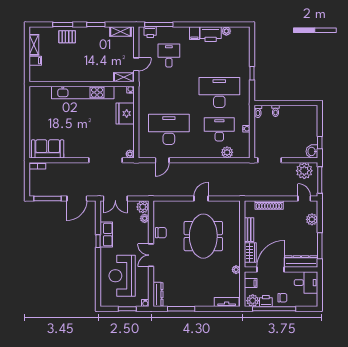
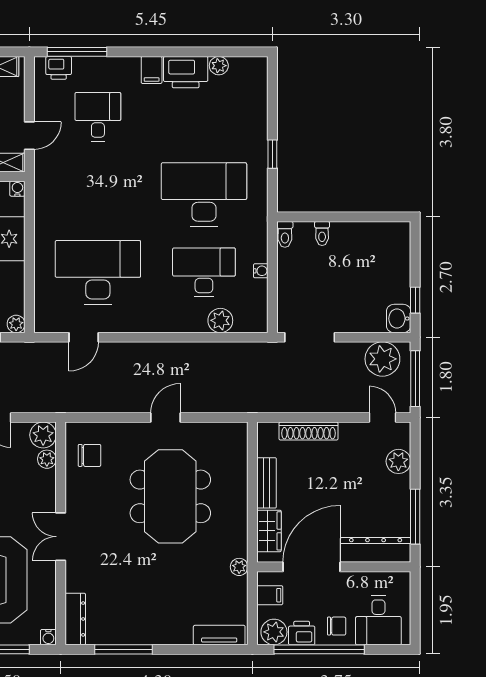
chair: (161, 233) -> (90, 455), moved
desk: (306, 283) -> (378, 620), moved, turned 90

